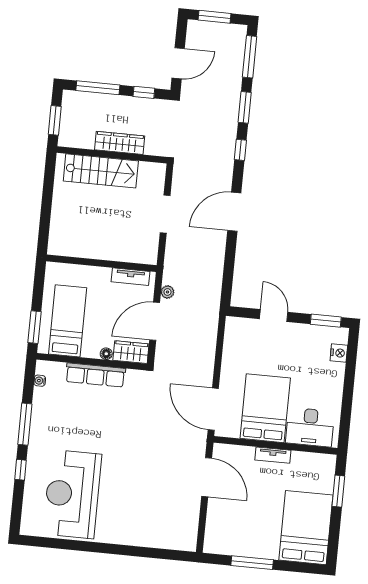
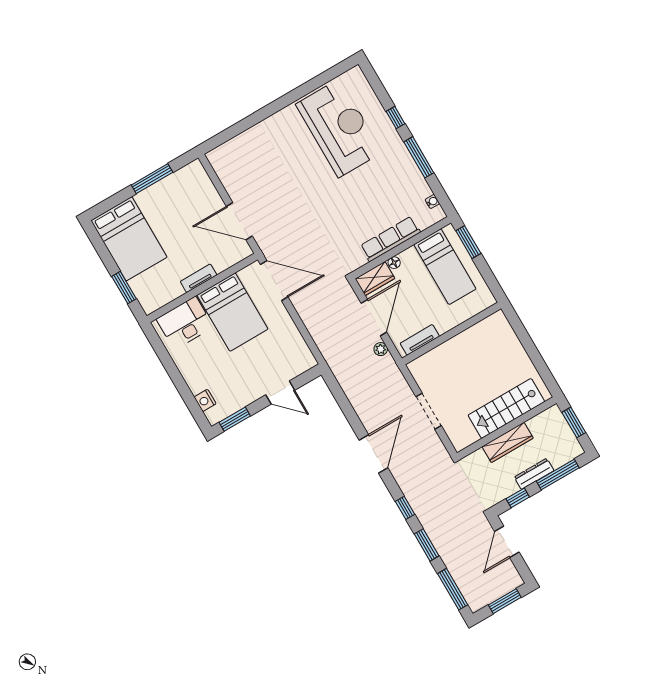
dresser: (117, 102) -> (534, 474), added

